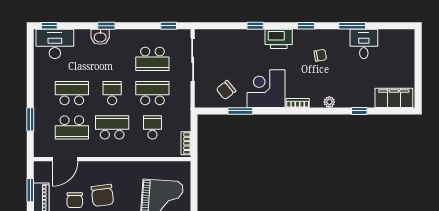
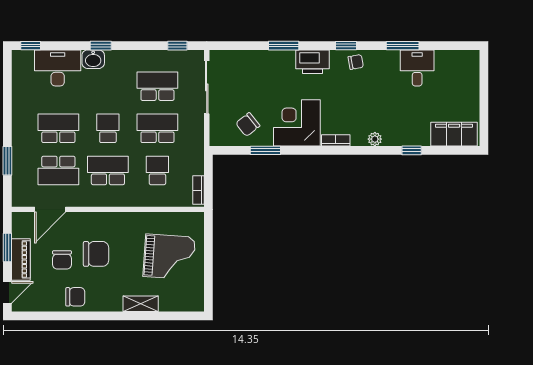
window: (255, 26) -> (284, 46), width x1.50
desk: (55, 44) -> (58, 68), moved
chair: (320, 55) -> (356, 62), moved
school desk: (152, 59) -> (157, 86), turned 180
chair: (102, 195) -> (96, 254), turned -83

